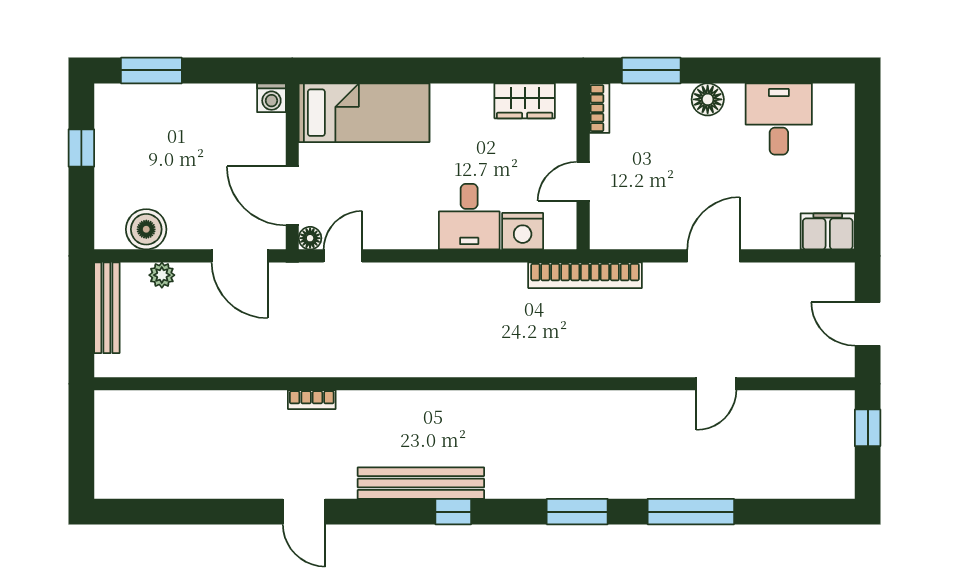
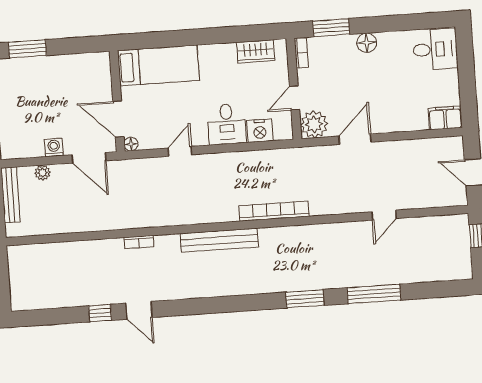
washing machine: (271, 98) -> (54, 147), moved, turned 180
desk: (779, 119) -> (435, 49), moved, turned 90
plant: (612, 227) -> (314, 124), added
boiler: (146, 229) -> (31, 146), removed
door: (343, 256) -> (180, 151), moved
door: (713, 256) -> (355, 139), moved
bookcase: (585, 275) -> (274, 211), moved, turned 180
bench: (421, 483) -> (219, 240), moved
window: (453, 512) -> (100, 313), moved

